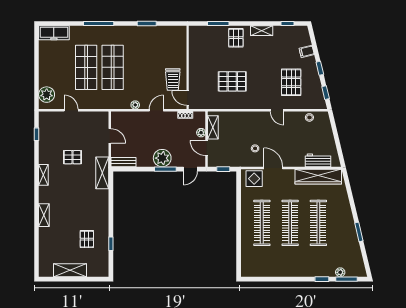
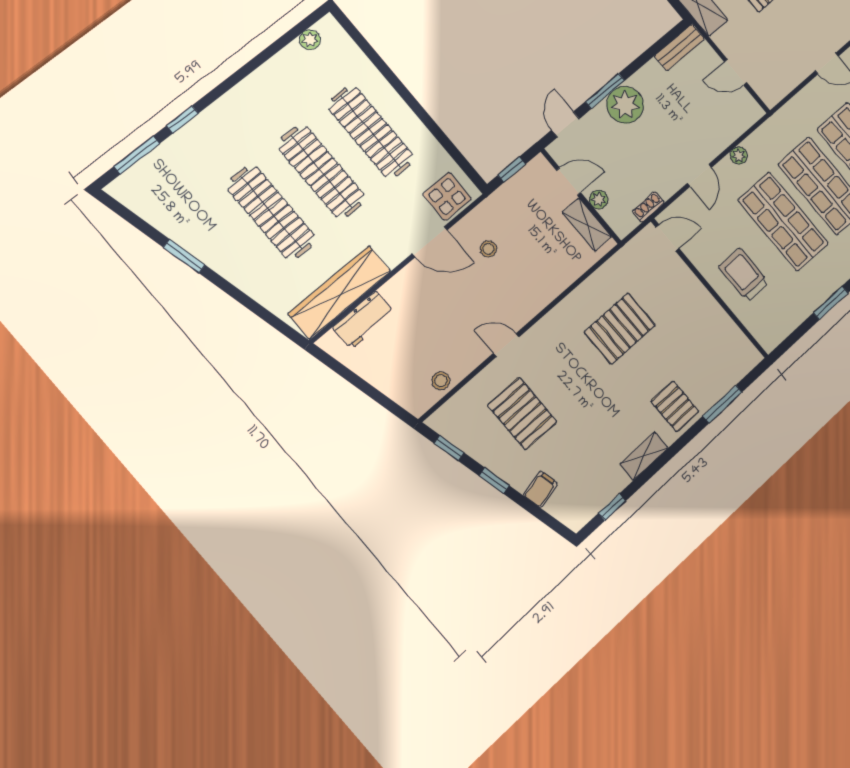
shop shelf: (139, 67) -> (783, 222), added
trolley: (173, 79) -> (744, 275), moved
plant: (340, 272) -> (310, 40), moved

